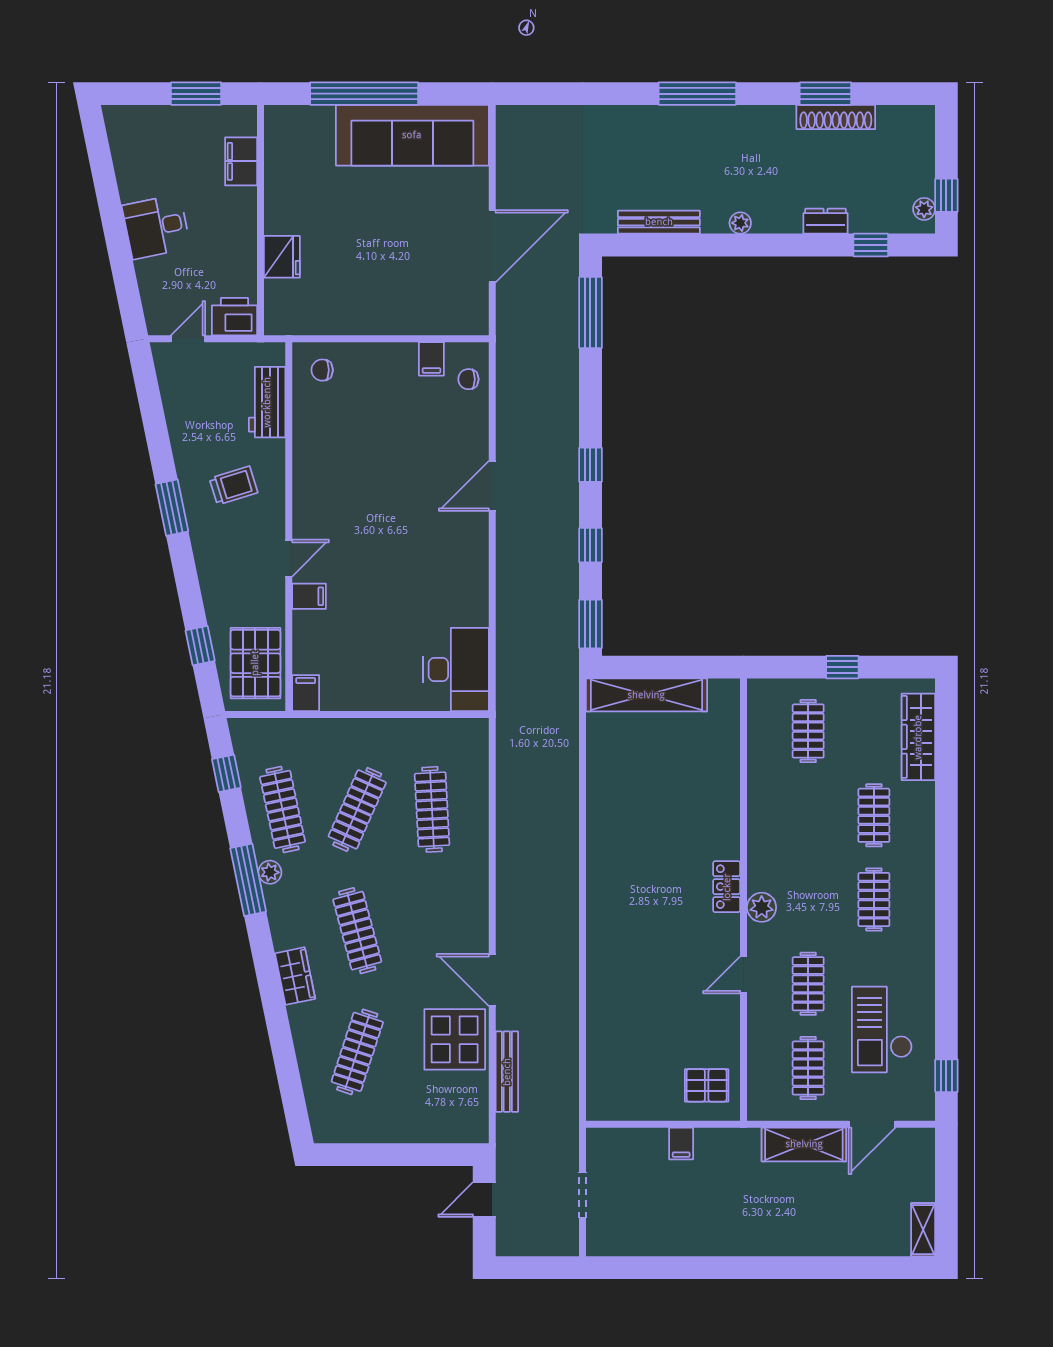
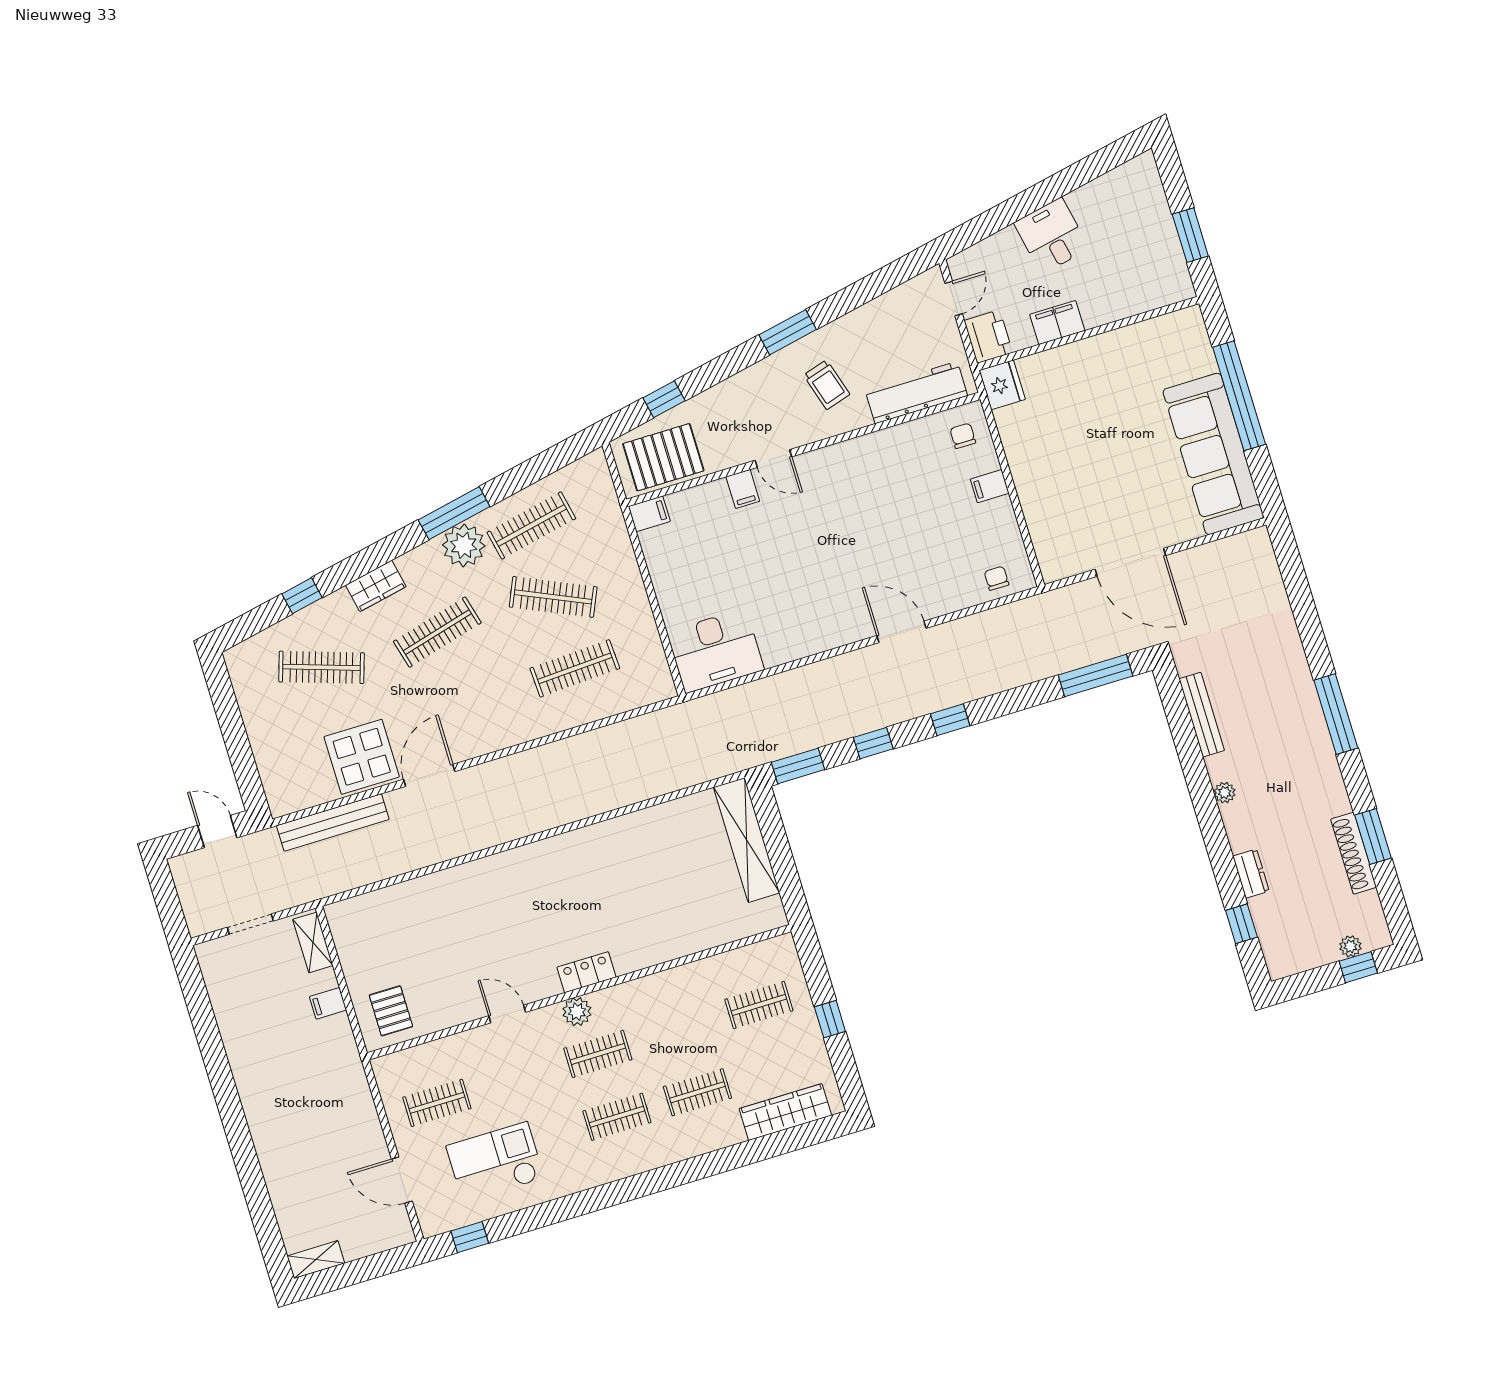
filing cabinet: (241, 161) -> (1057, 323), moved
window: (946, 195) -> (1358, 967), moved
plant: (924, 209) -> (1350, 946), moved
fridge: (282, 257) -> (1002, 385), moved, turned -90
door: (188, 339) -> (954, 299), hinge flipped
filing cabinet: (431, 359) -> (990, 486), moved
workbench: (267, 402) -> (916, 393), width x1.37
window: (226, 773) -> (302, 596), moved
plant: (270, 872) -> (464, 545), width x1.87, depth x1.87
clothes rail: (808, 984) -> (598, 1054), moved
bench: (507, 1072) -> (333, 823), width x1.37, depth x1.21
shelving: (804, 1144) -> (313, 942), moved, width x0.67, depth x0.75

